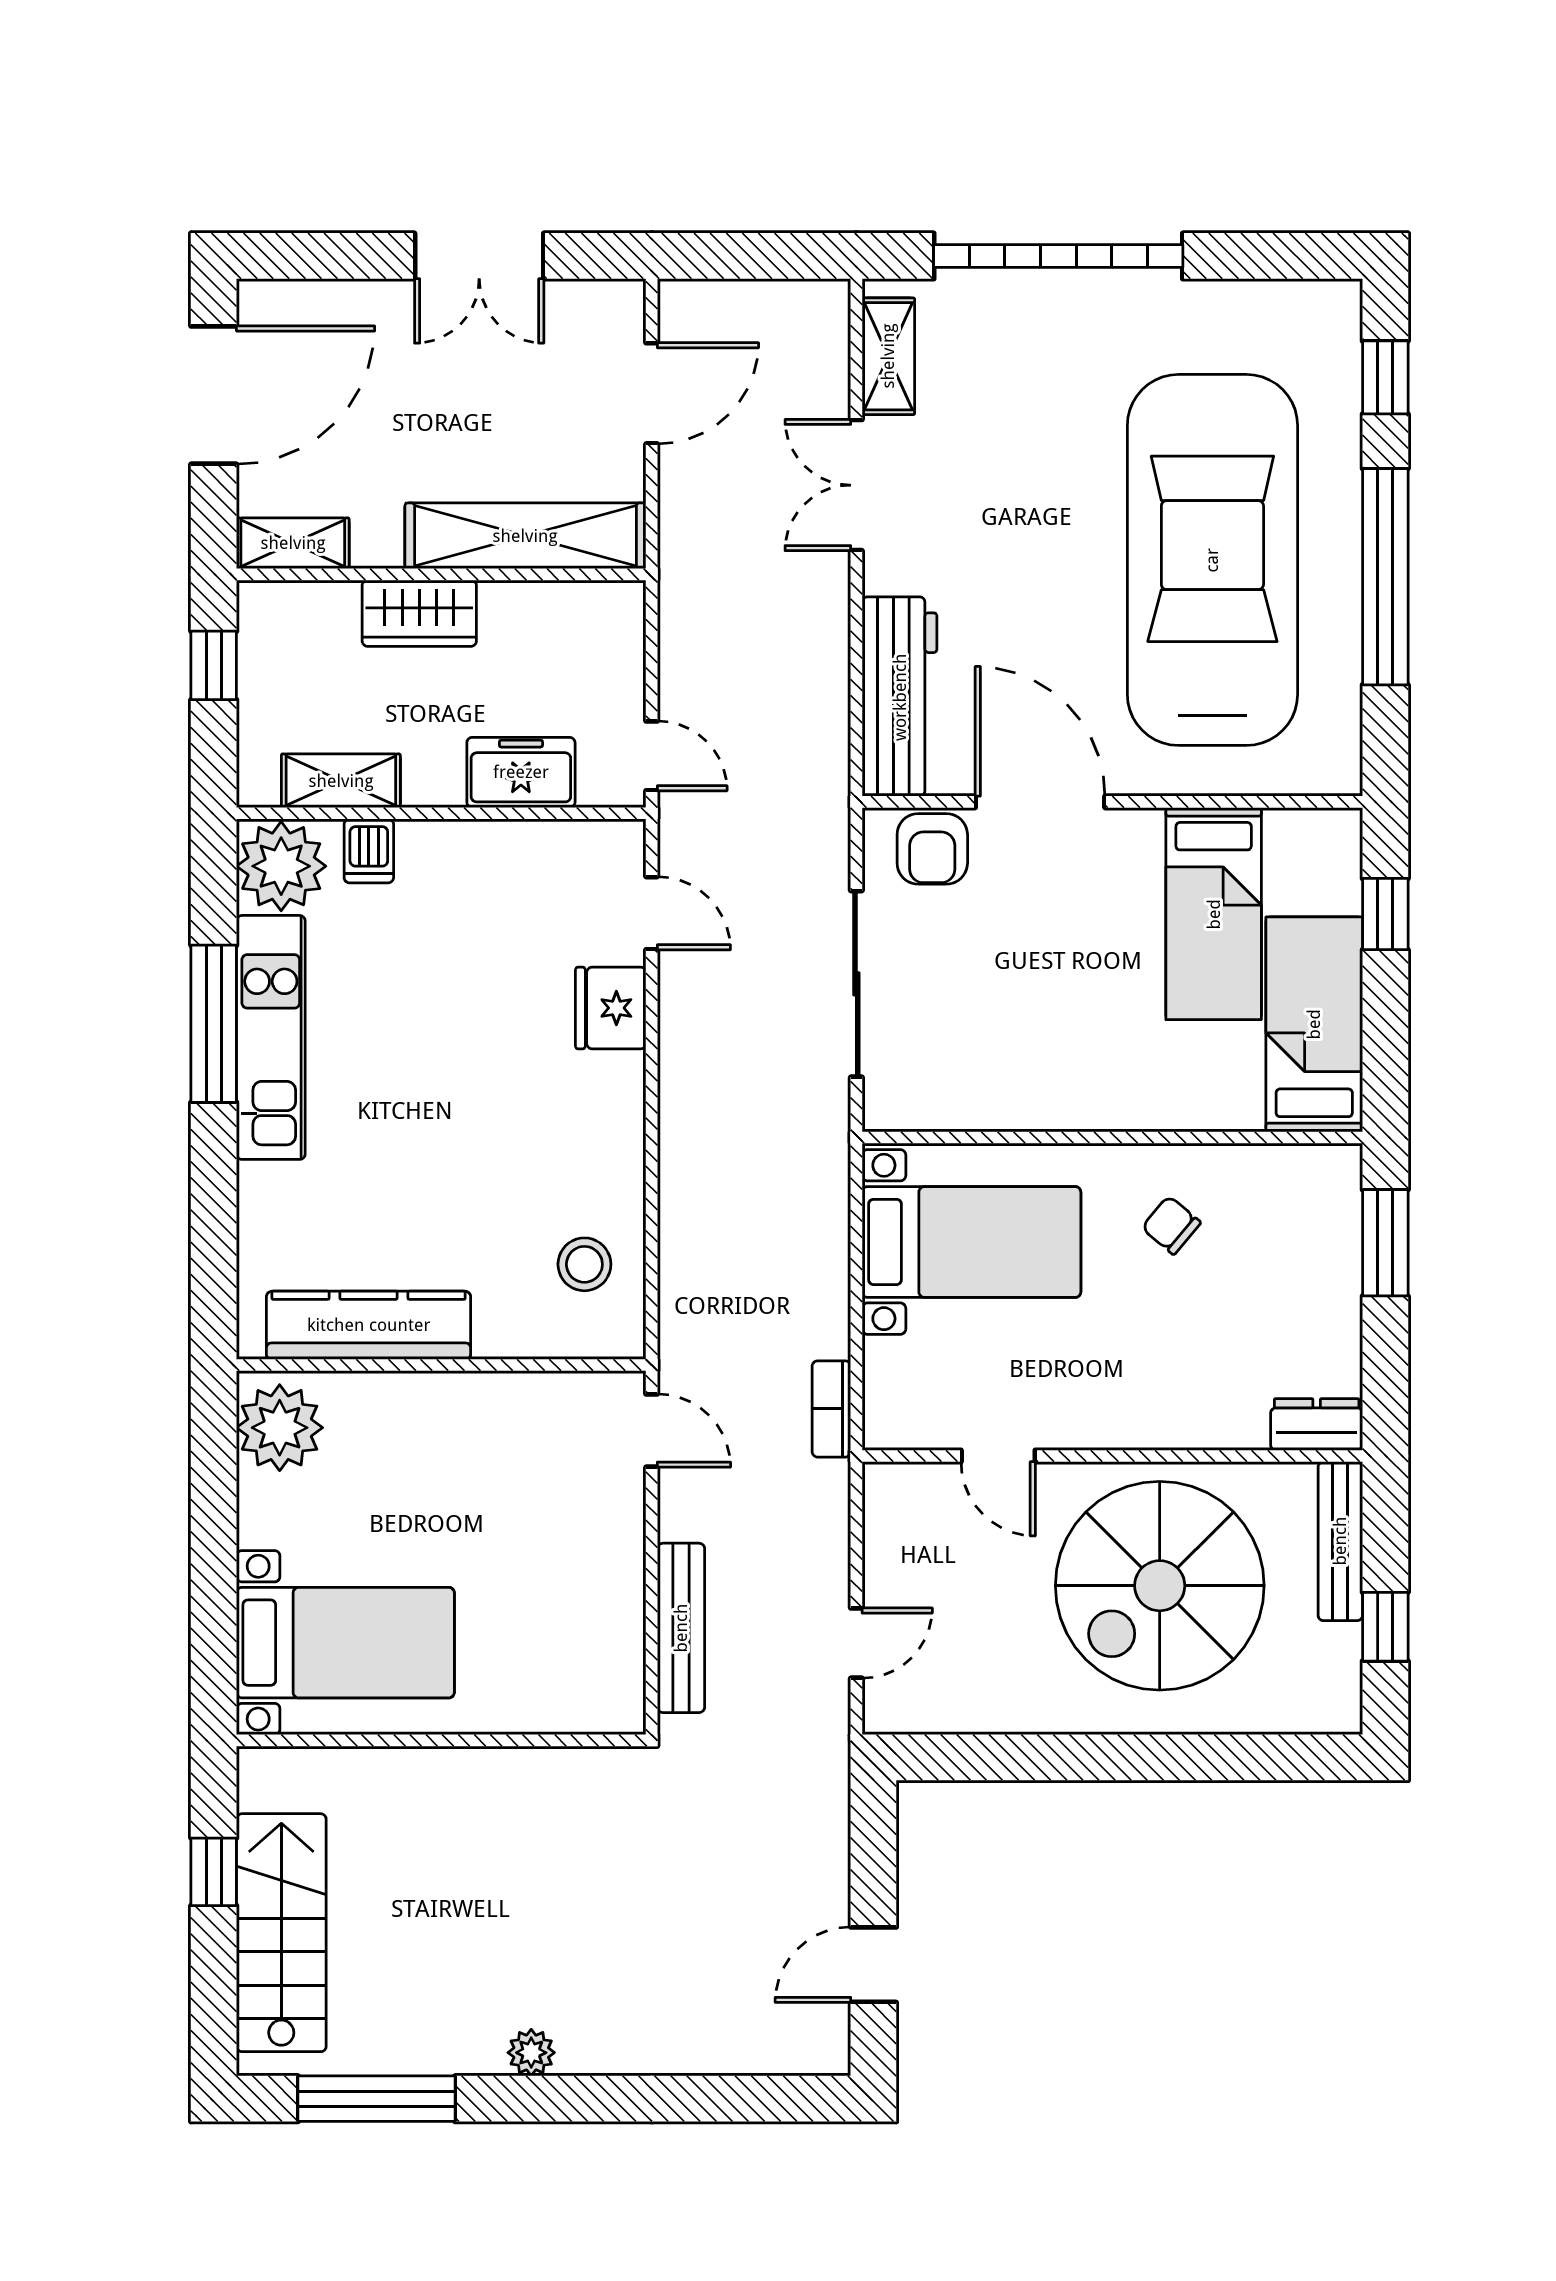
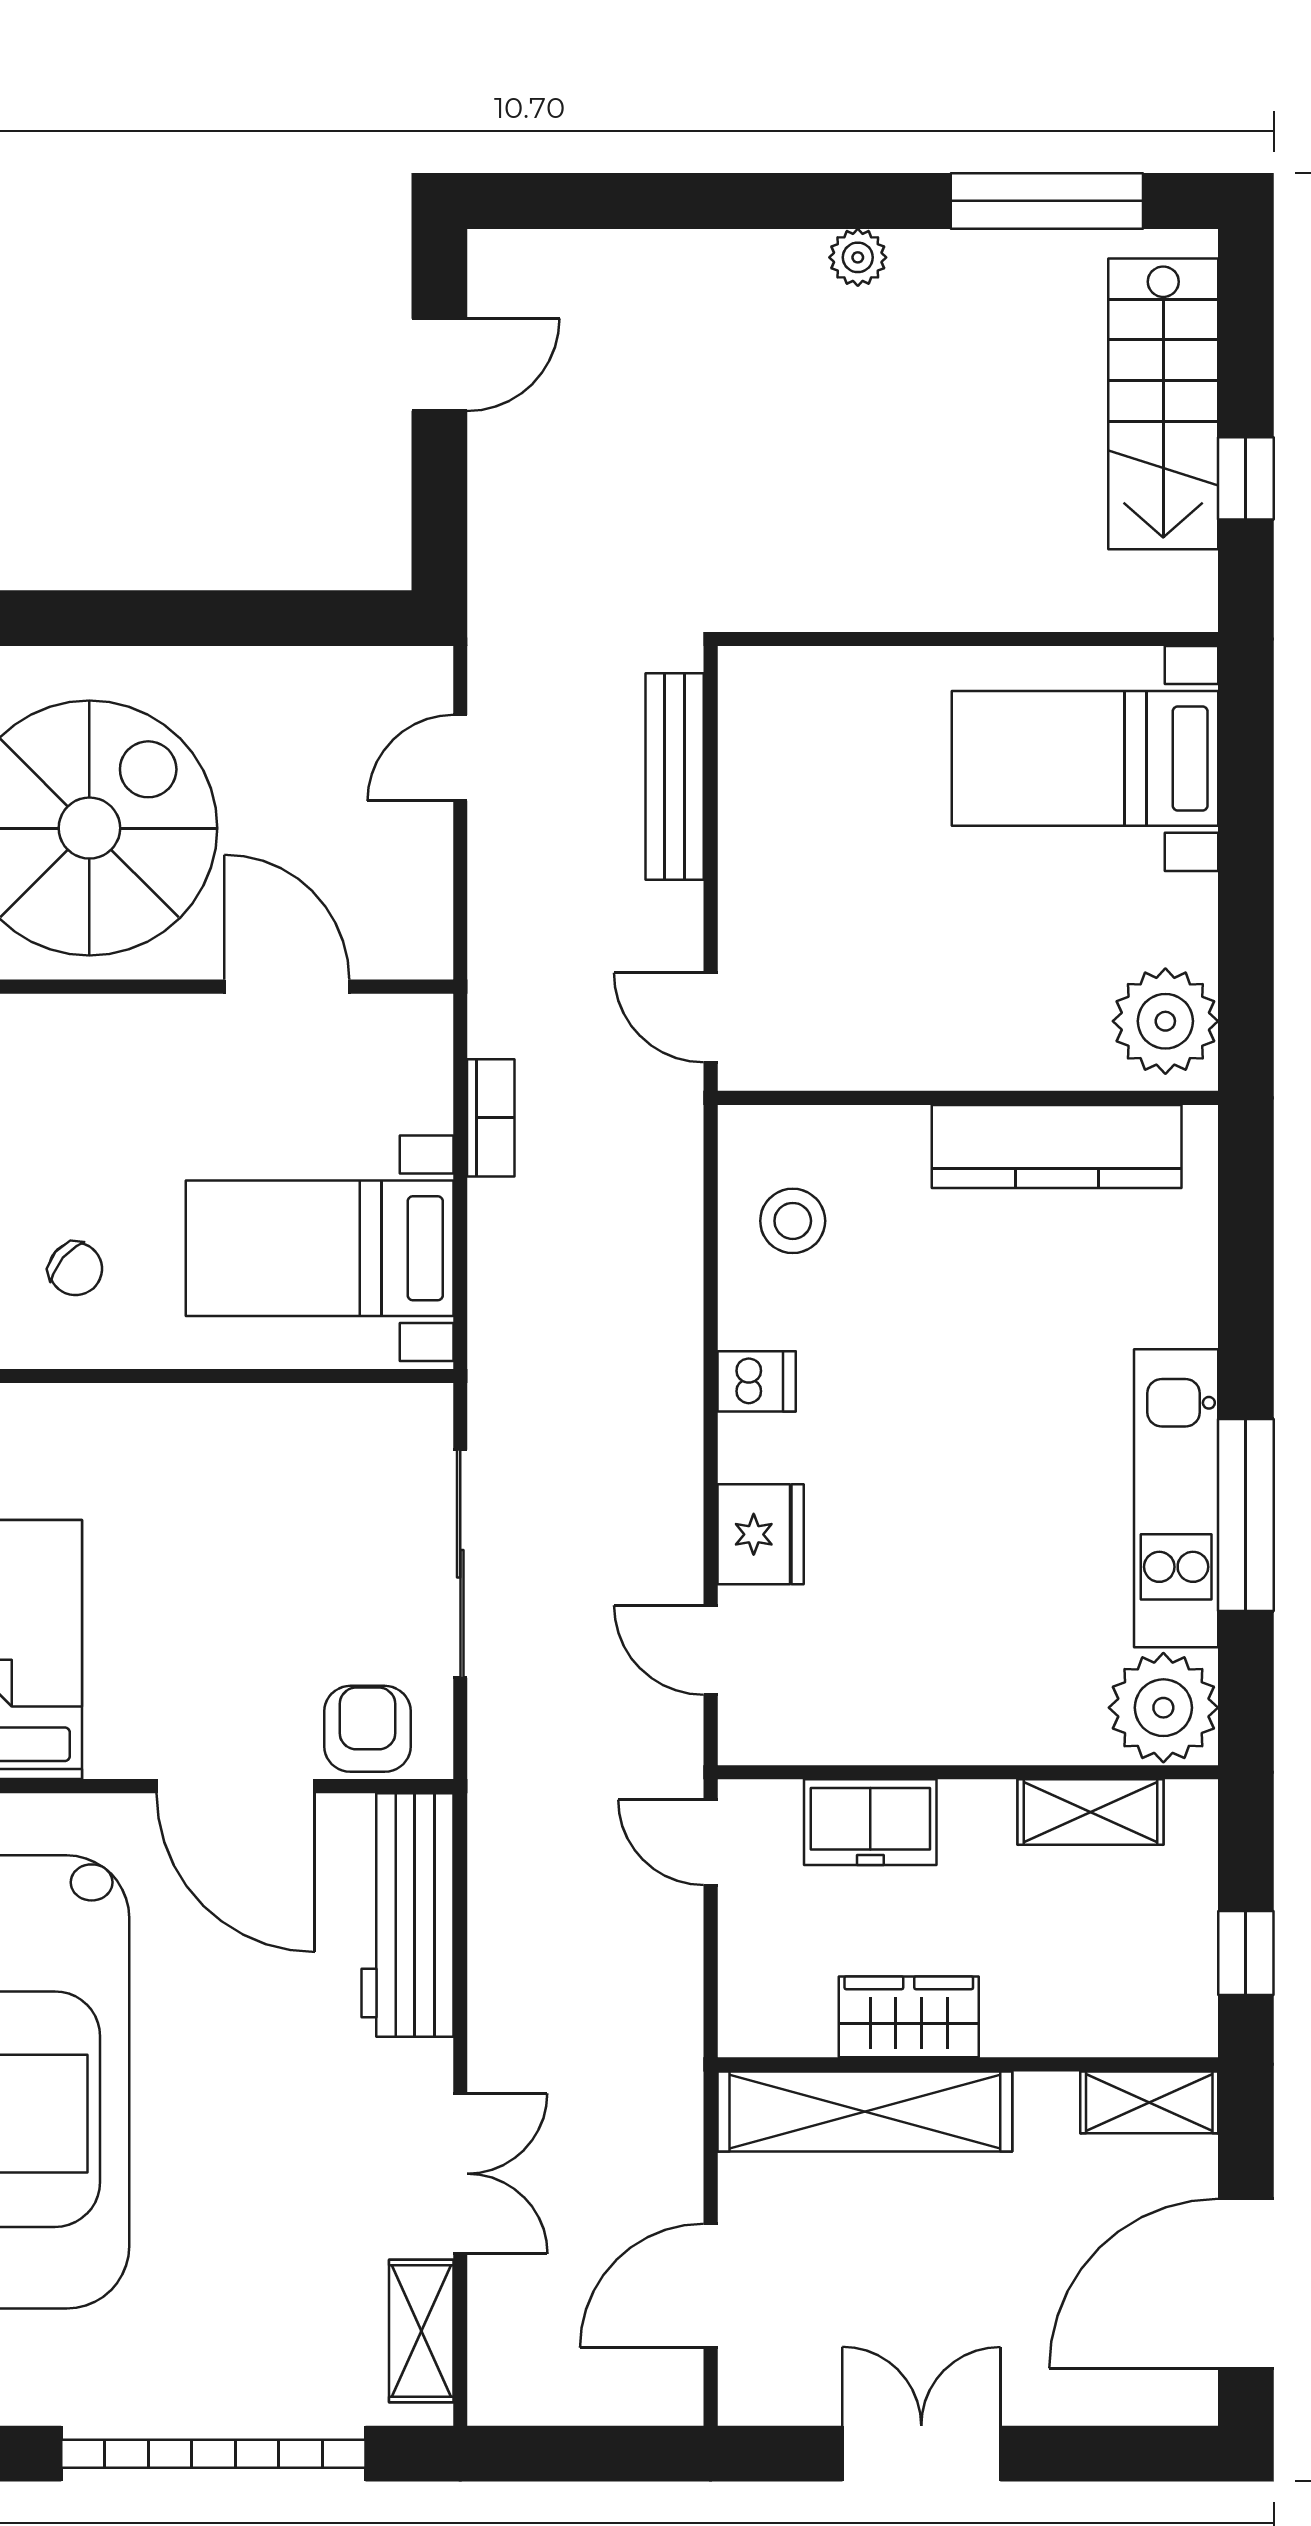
wardrobe: (419, 613) -> (909, 2017), moved
dishwasher: (369, 851) -> (757, 1381), moved, turned 90
bookcase: (831, 1409) -> (491, 1118), moved
door: (998, 1456) -> (287, 987), width x1.38

